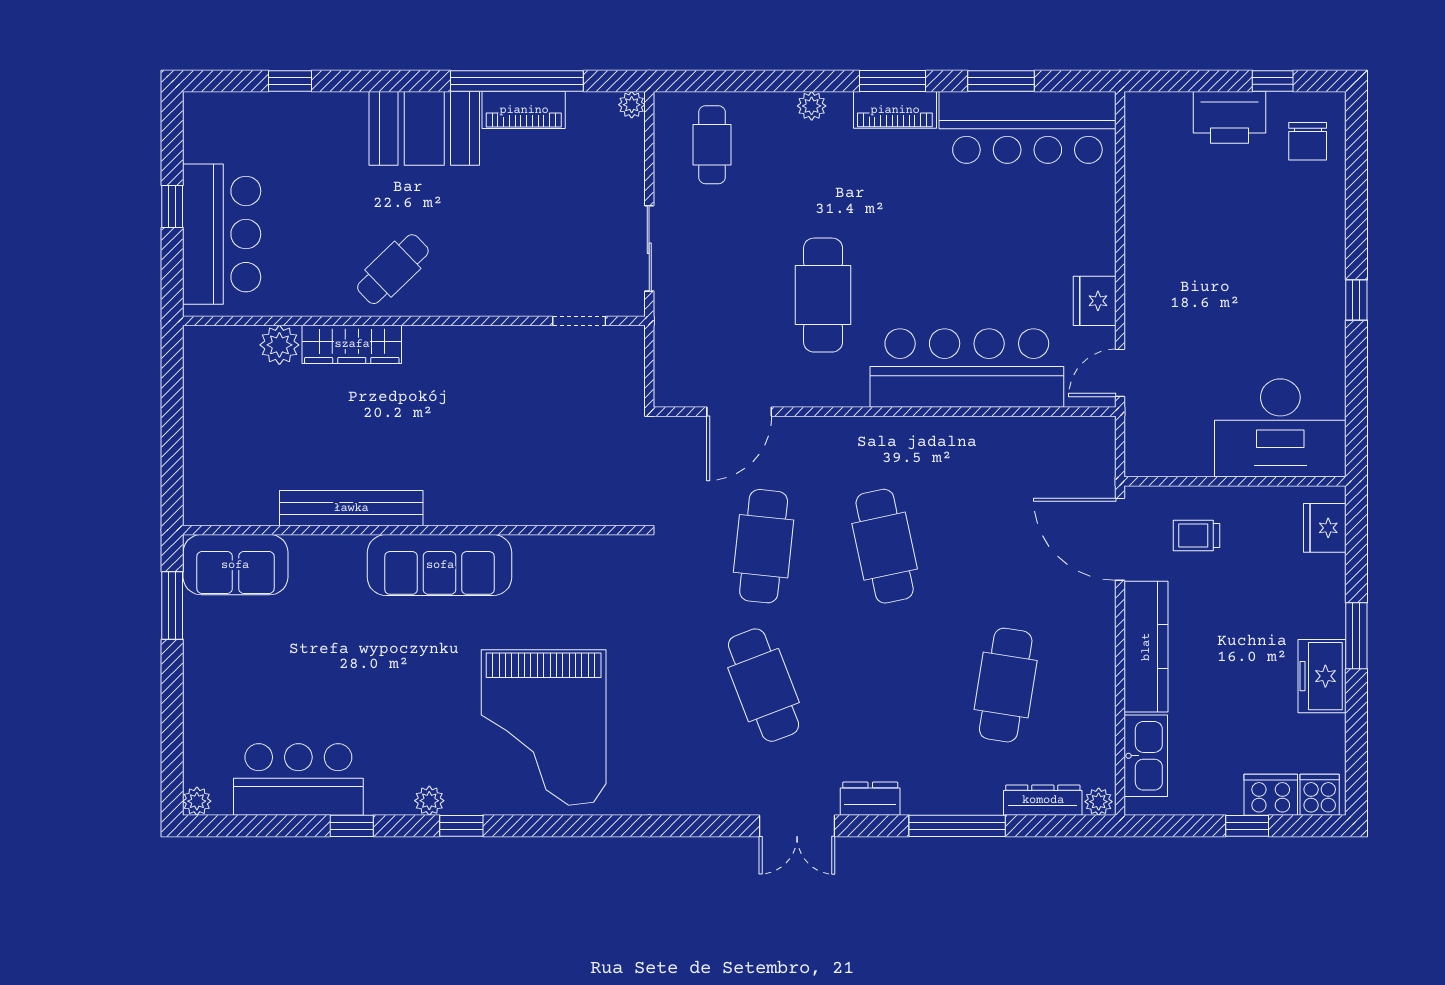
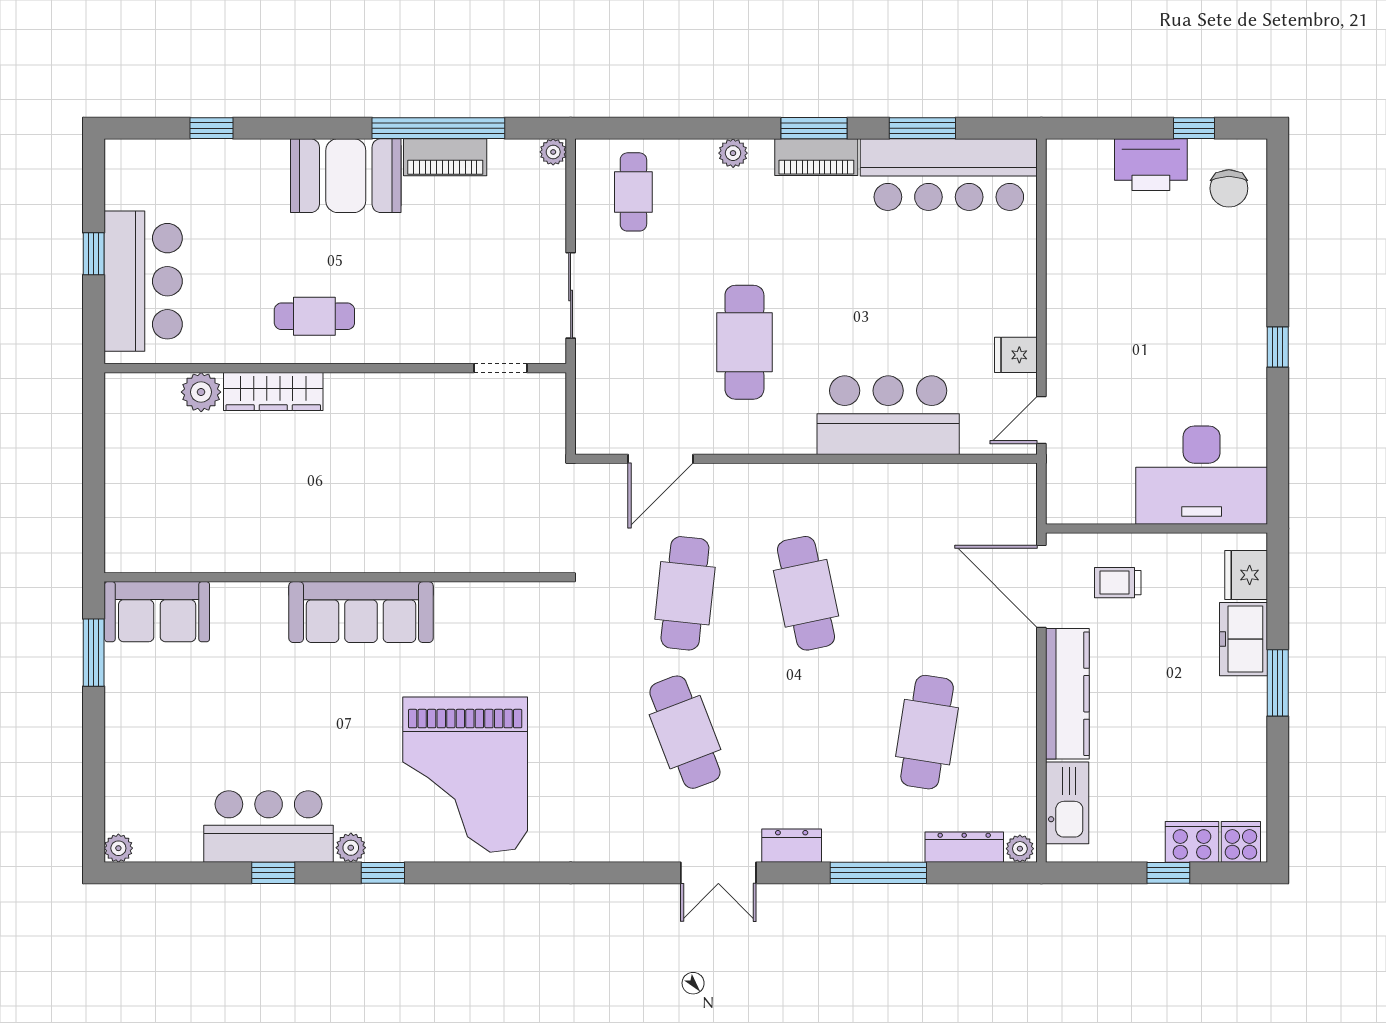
cafe table: (393, 269) -> (314, 316), turned 44
fridge: (1095, 301) -> (1016, 355), width x0.72
bar counter: (967, 368) -> (888, 415), width x0.73
bench: (351, 508) -> (273, 555), removed
freezer: (1322, 676) -> (1243, 639), moved
bar counter: (298, 780) -> (269, 827), moved

